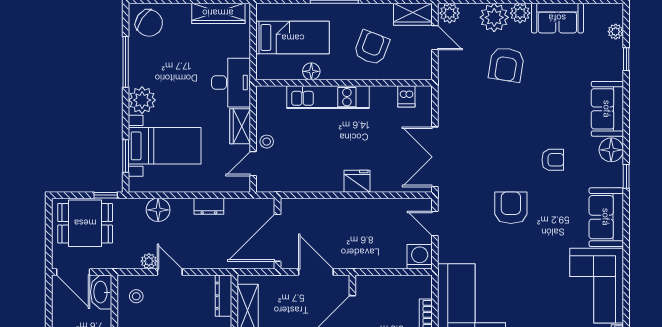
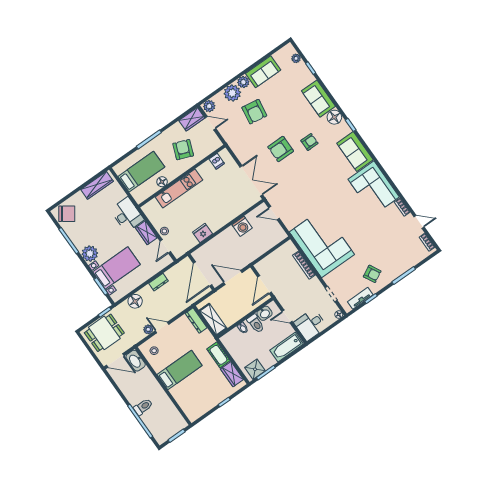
double door: (435, 157) -> (251, 181), swing flipped
fridge: (357, 181) -> (203, 233), moved
armchair: (511, 208) -> (281, 149), moved, turned -90
washing machine: (420, 257) -> (242, 226), moved, turned 180

